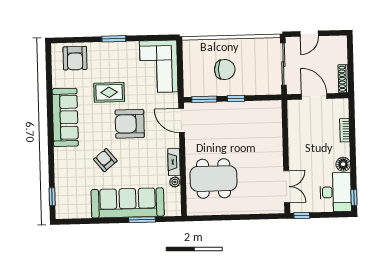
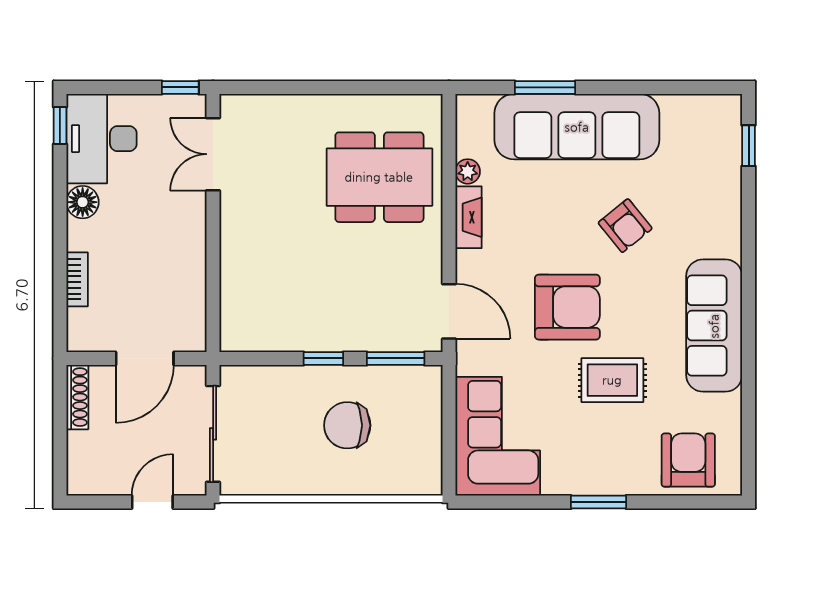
door: (314, 96) -> (145, 358), hinge flipped

